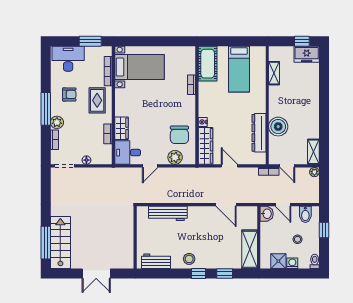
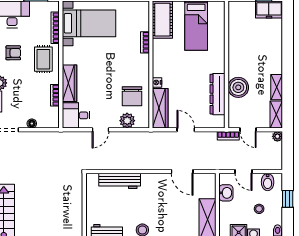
shelving: (274, 73) -> (277, 87), moved
wardrobe: (121, 128) -> (69, 83), width x1.50
washbasin: (267, 214) -> (226, 193), moved

